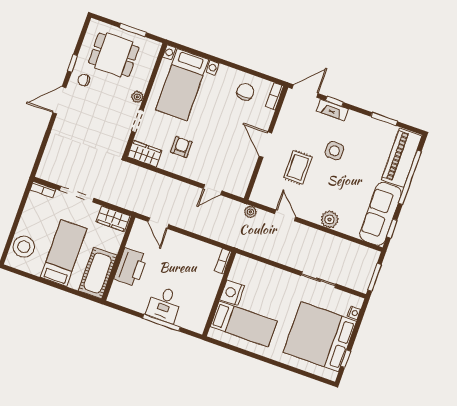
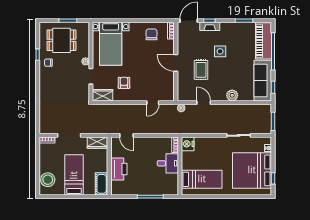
door: (59, 100) -> (38, 81), removed
cot: (98, 273) -> (102, 184), width x0.73, depth x0.75
nightstand: (232, 293) -> (188, 144), moved
desk: (164, 304) -> (168, 163), moved, turned -90

